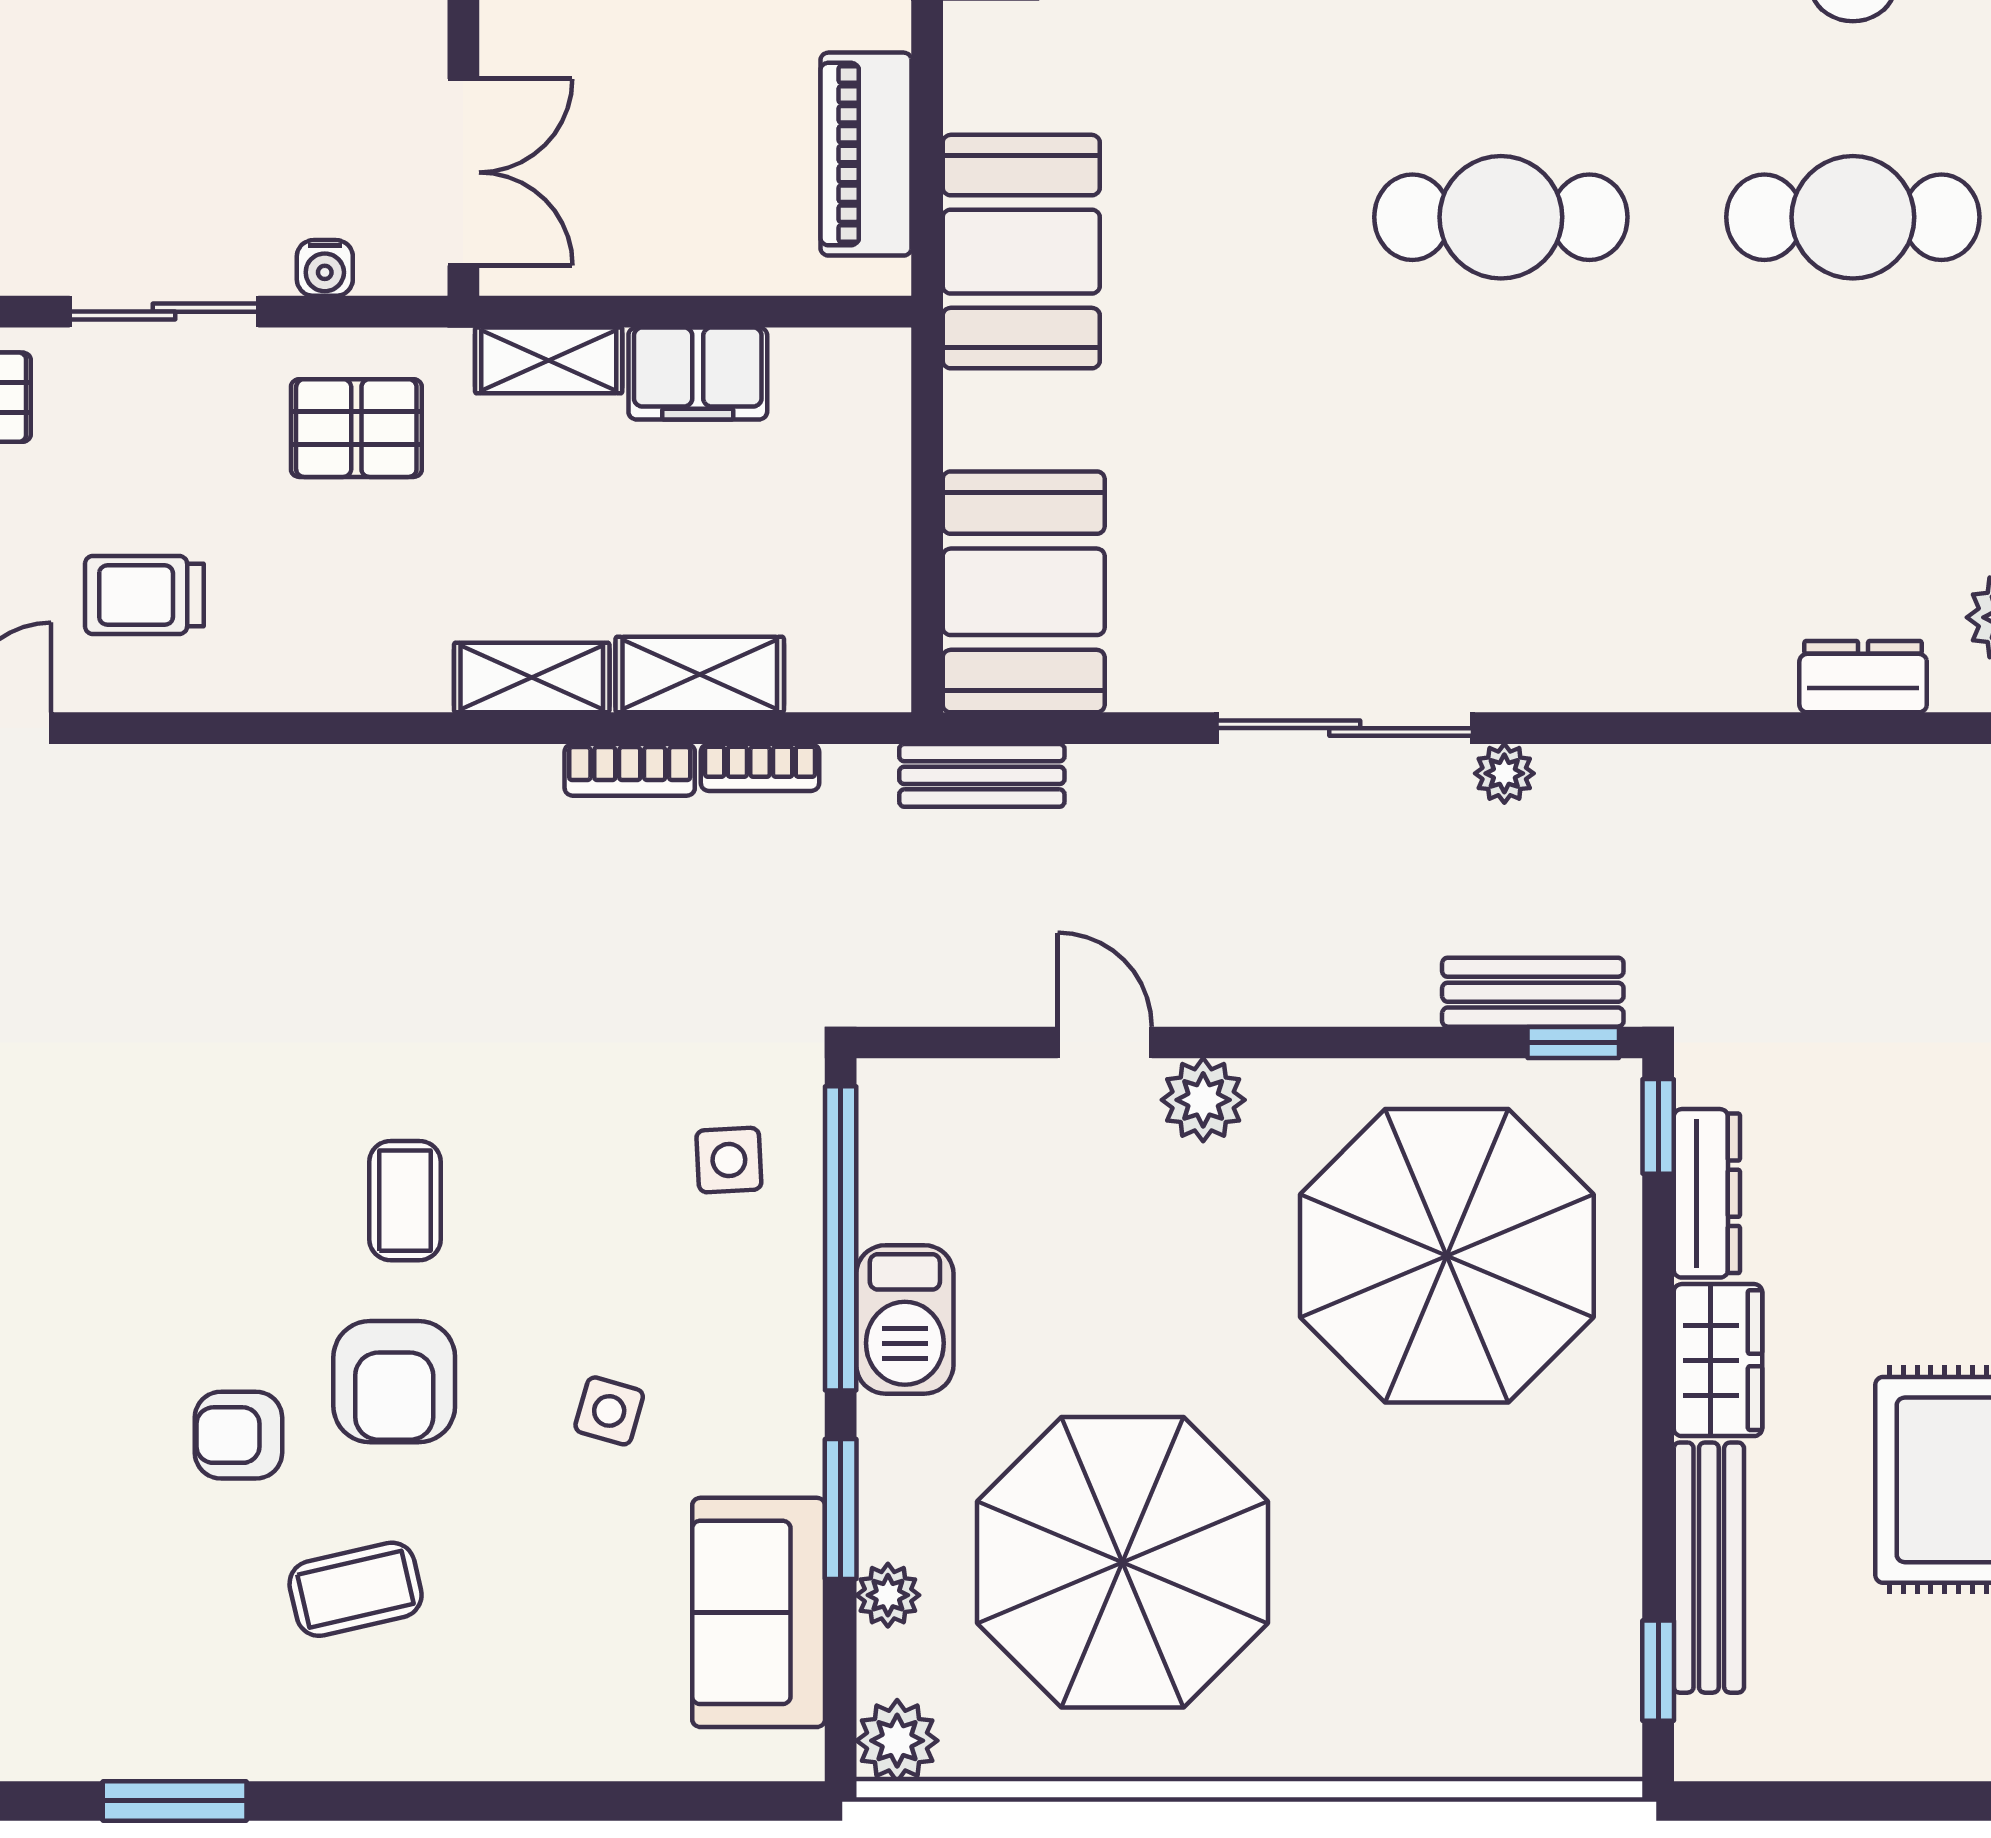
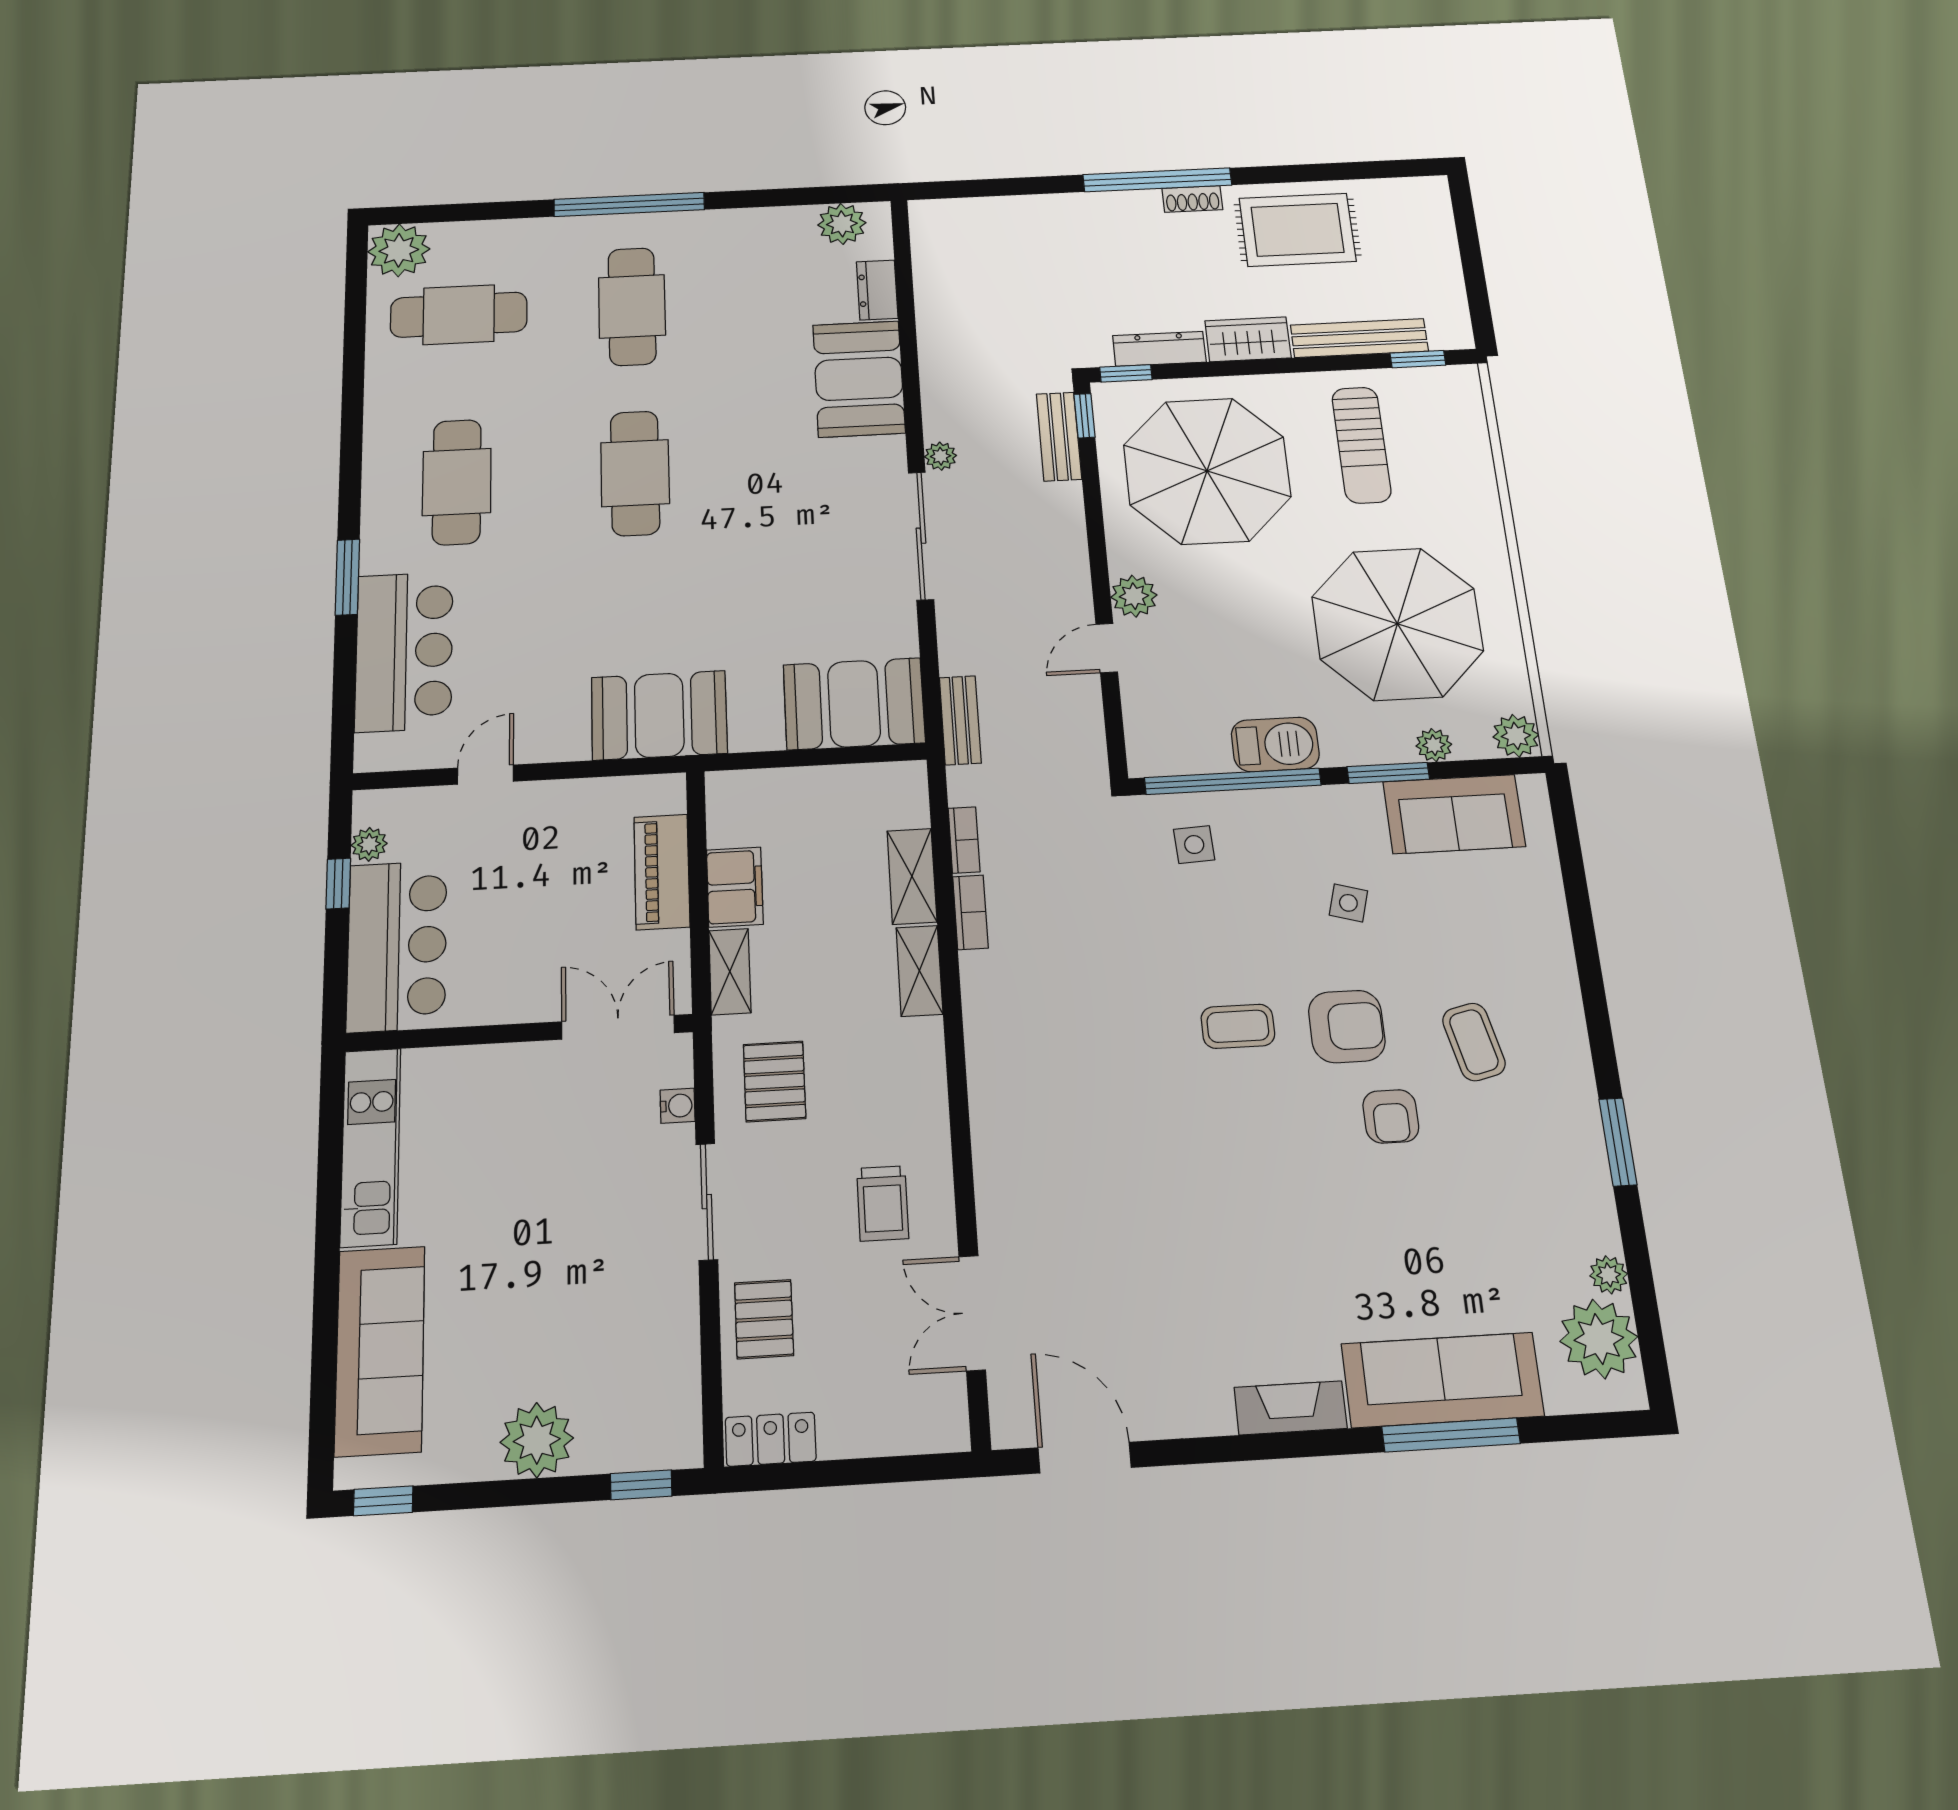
piano: (866, 154) -> (662, 872), moved, turned 90
booth: (1674, 633) -> (859, 379), added
sun lounger: (1484, 1543) -> (1361, 445), added

